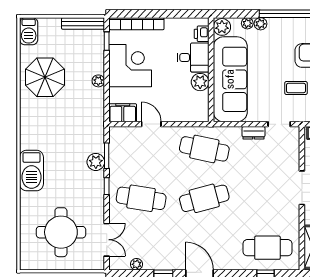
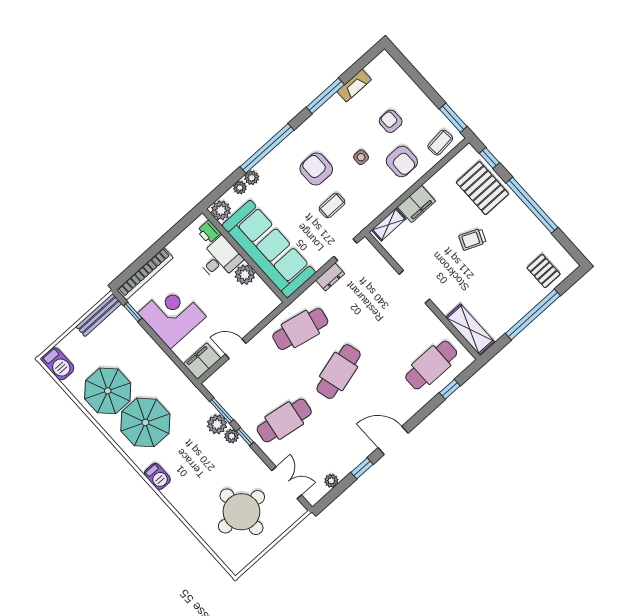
plant: (98, 81) -> (232, 436), moved
parasol: (51, 119) -> (145, 422), added
barbecue: (31, 170) -> (157, 476), width x0.53, depth x0.65

